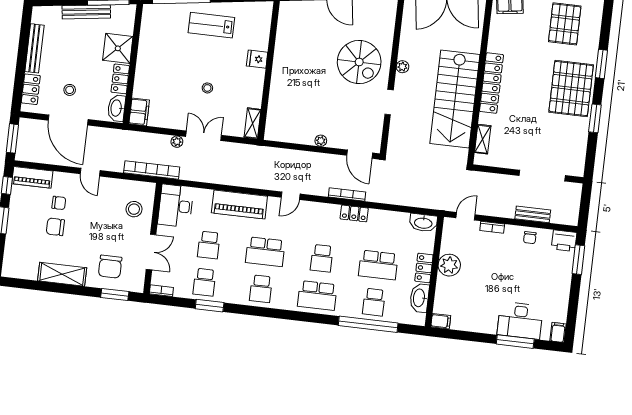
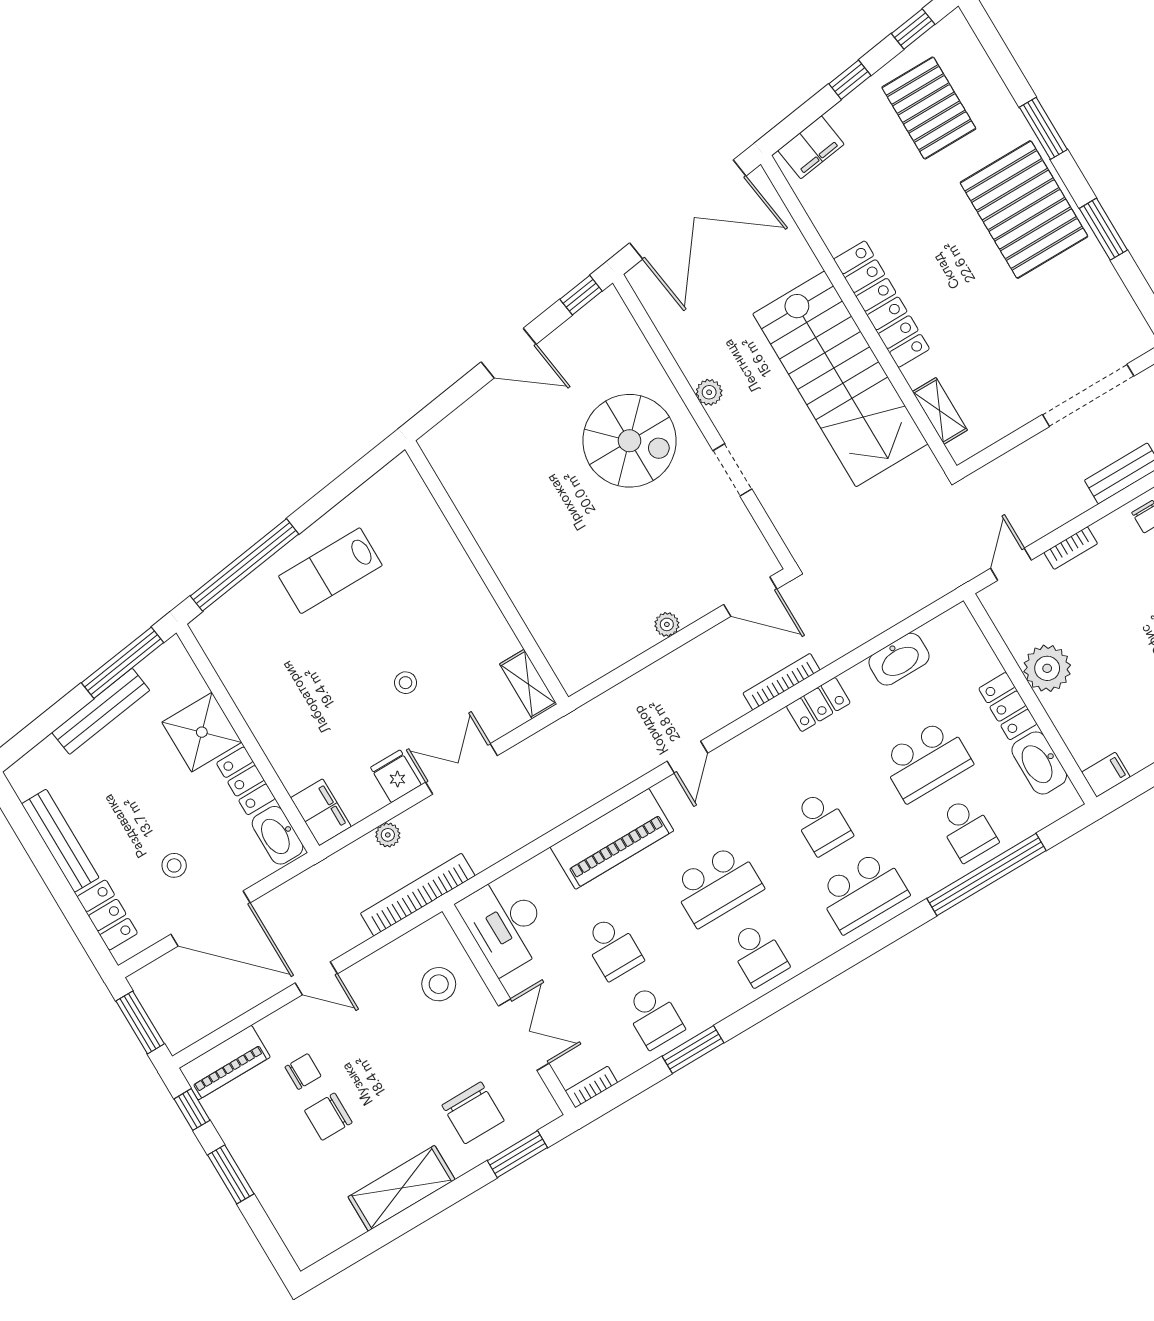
fridge: (257, 59) -> (396, 776), moved, turned 90
plant: (177, 142) -> (388, 835), moved
washbasin: (423, 223) -> (899, 659), moved

